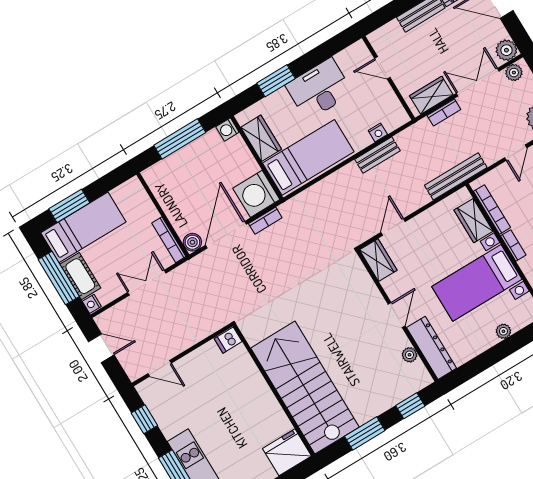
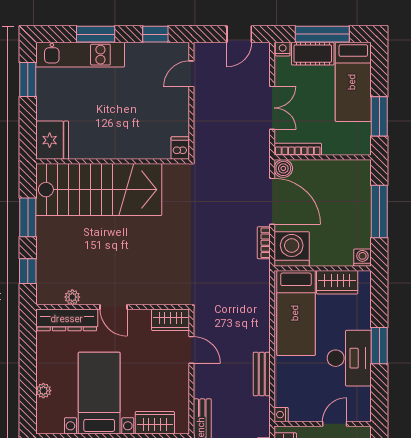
window: (276, 81) -> (379, 346), moved
nightstand: (378, 132) -> (281, 415), moved
window: (69, 206) -> (379, 116), moved

